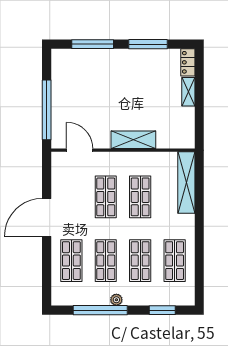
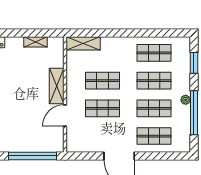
shelving: (188, 92) -> (35, 42), moved
door: (80, 150) -> (65, 115), moved
shelving: (186, 183) -> (83, 43), width x0.68

